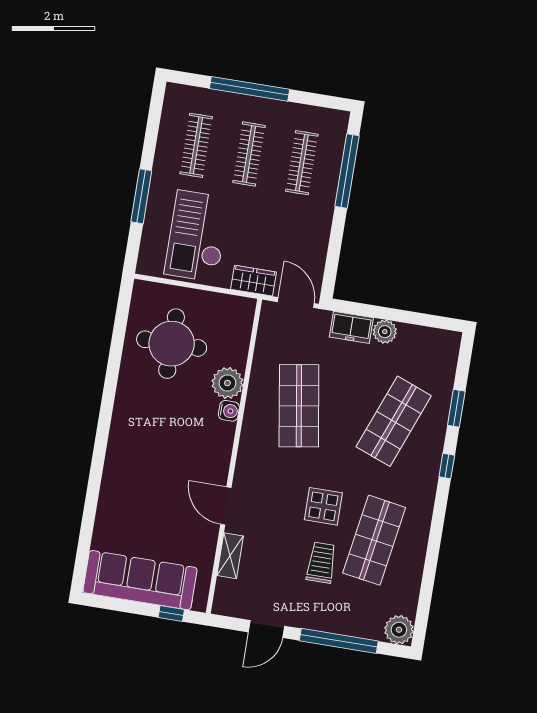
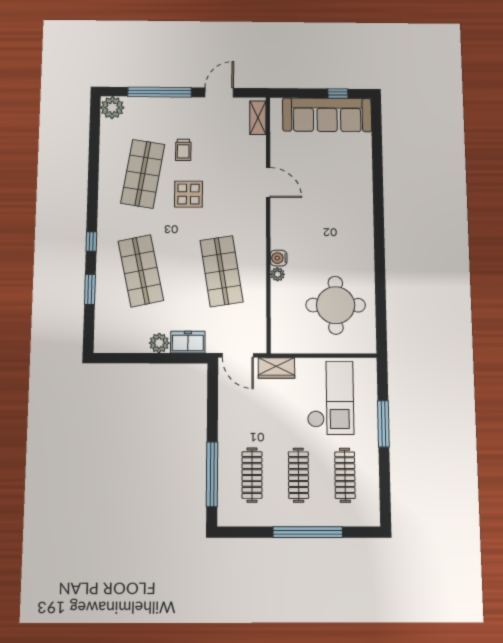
plant: (227, 383) -> (278, 274), width x0.53, depth x0.53
shop shelf: (394, 421) -> (141, 271), turned -33
shelving: (230, 556) -> (258, 118), moved
trolley: (321, 563) -> (183, 150), width x0.73, depth x0.72
window: (171, 613) -> (338, 94), moved

